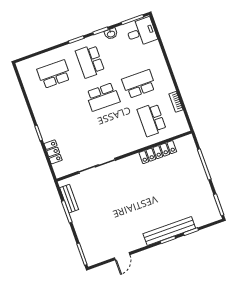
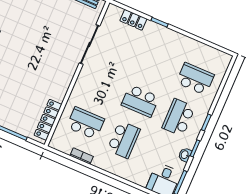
school desk: (90, 61) -> (179, 117), turned -90
school desk: (54, 74) -> (195, 79), turned -90
school desk: (103, 97) -> (140, 101), turned -90
locker: (158, 152) -> (48, 120), moved

